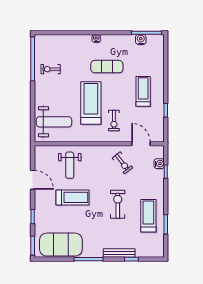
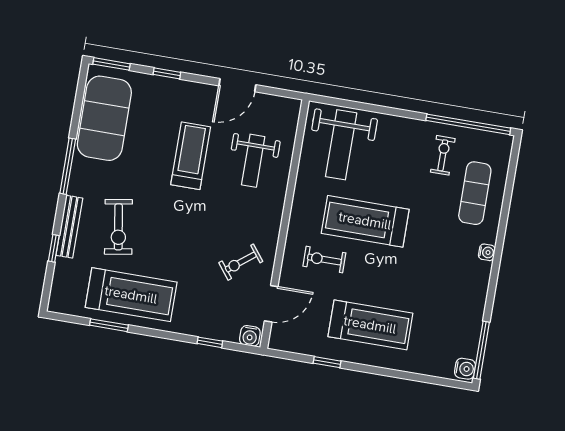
water cooler: (141, 39) -> (465, 369), moved
exercise mat: (107, 67) -> (475, 193), moved
treadmill: (143, 91) -> (370, 325), width x1.37, depth x1.38
treadmill: (91, 103) -> (365, 221), turned 180
water cooler: (159, 164) -> (250, 336), moved
weight bench: (70, 165) -> (253, 161), turned -90
treadmill: (73, 197) -> (191, 156), turned 180
exercise bike: (118, 204) -> (118, 227), moved, turned 81
treadmill: (148, 216) -> (131, 295), width x1.37, depth x1.38

